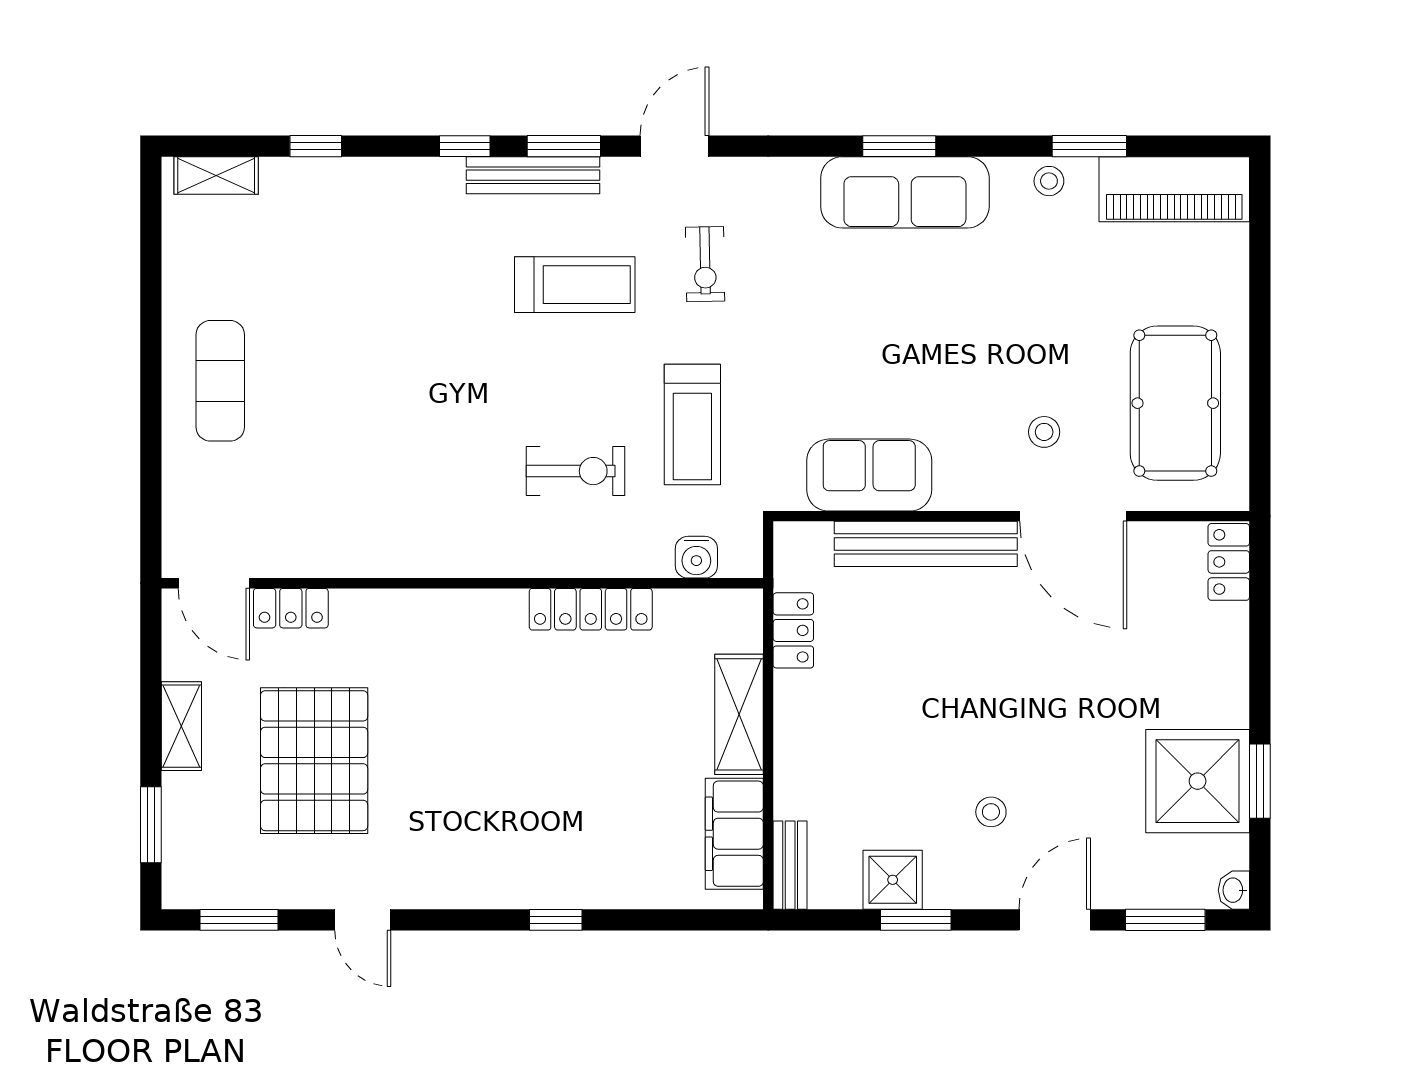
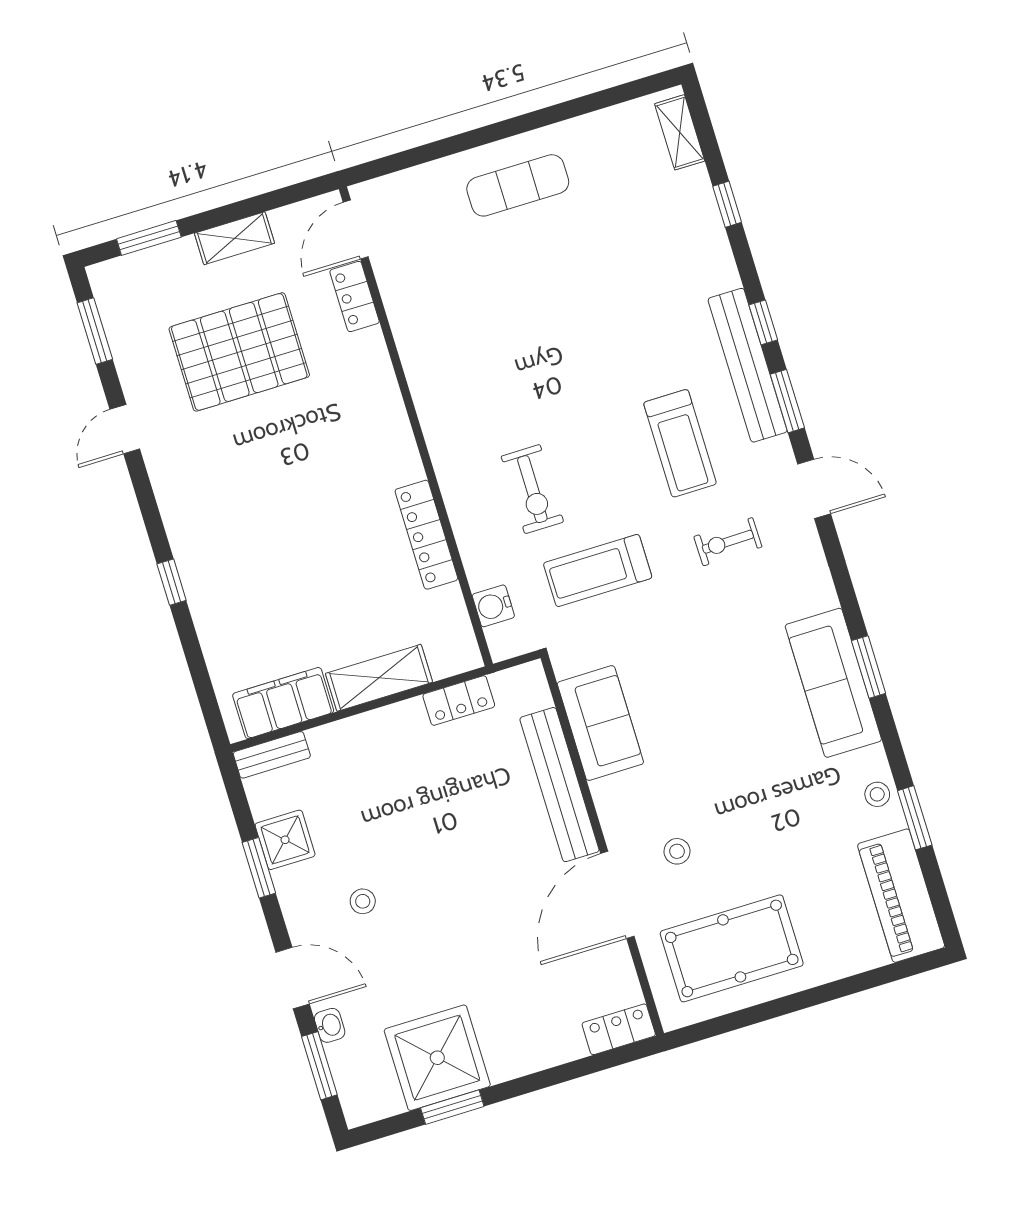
bench: (533, 175) -> (748, 365), width x1.37, depth x1.21
washbasin: (1234, 890) -> (330, 1025), moved, turned 90

